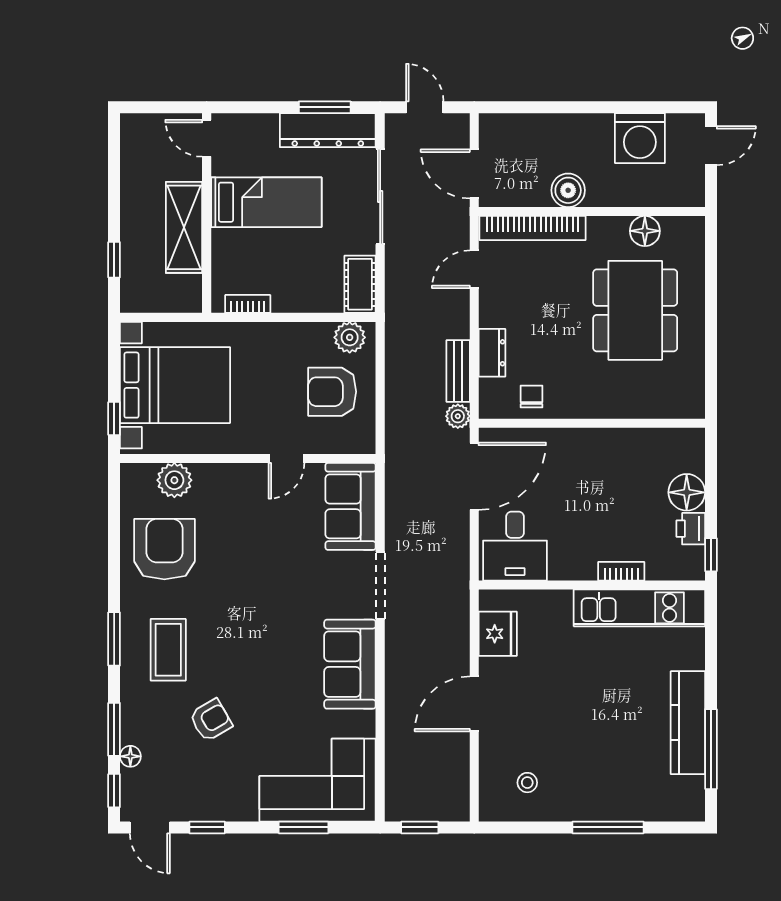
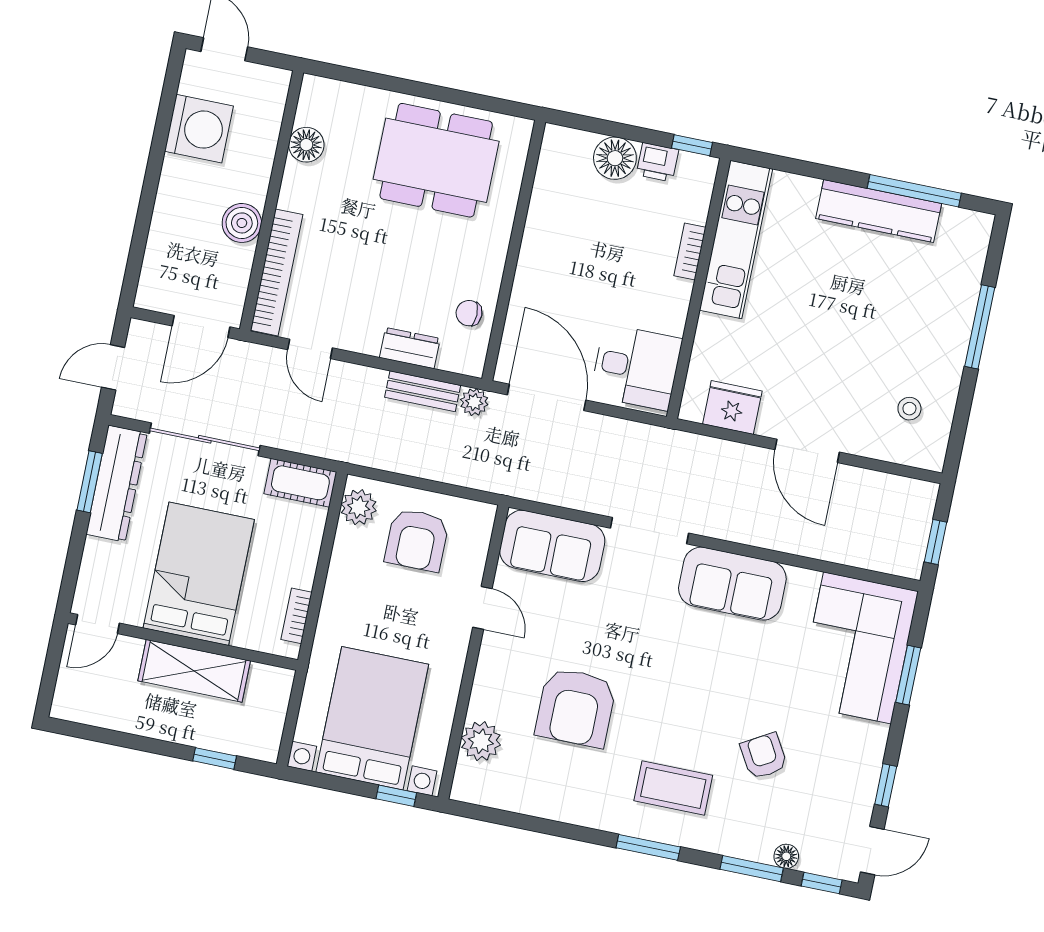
bed: (266, 202) -> (199, 574), width x1.50
dining table: (635, 310) -> (436, 160), moved
armchair: (164, 549) -> (576, 707), moved, turned -90

